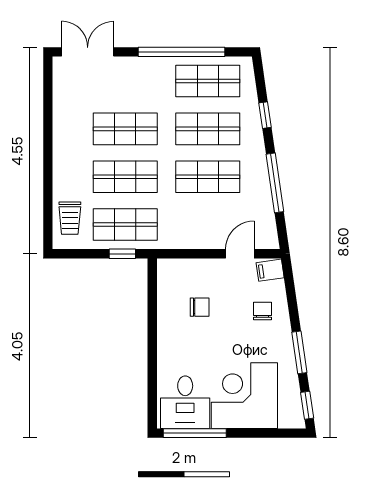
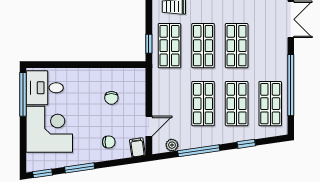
plant: (267, 221) -> (172, 145), added
door: (240, 254) -> (149, 126), hinge flipped

